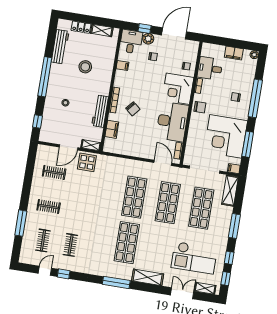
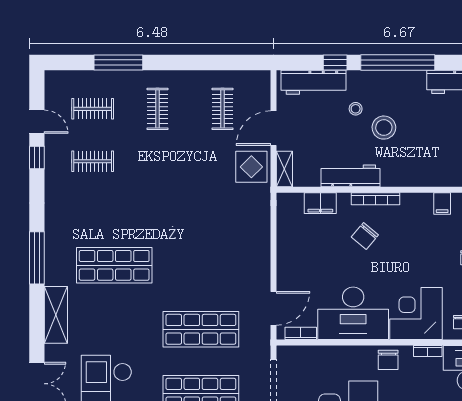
stool: (85, 67) -> (384, 128), moved
window: (37, 121) -> (335, 62), moved
workbench: (48, 122) -> (314, 82), added
door: (69, 147) -> (274, 128), hinge flipped
shop shelf: (134, 197) -> (201, 265), removed

